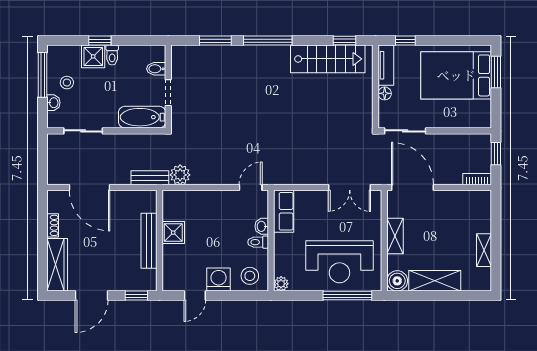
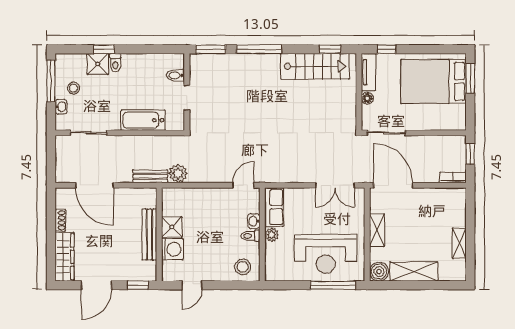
bidet: (156, 69) -> (176, 75), moved
wall: (168, 87) -> (187, 92), moved
doorway: (168, 93) -> (187, 97), moved
washing machine: (219, 280) -> (172, 249), moved, turned 90
plant: (281, 284) -> (272, 235), moved

